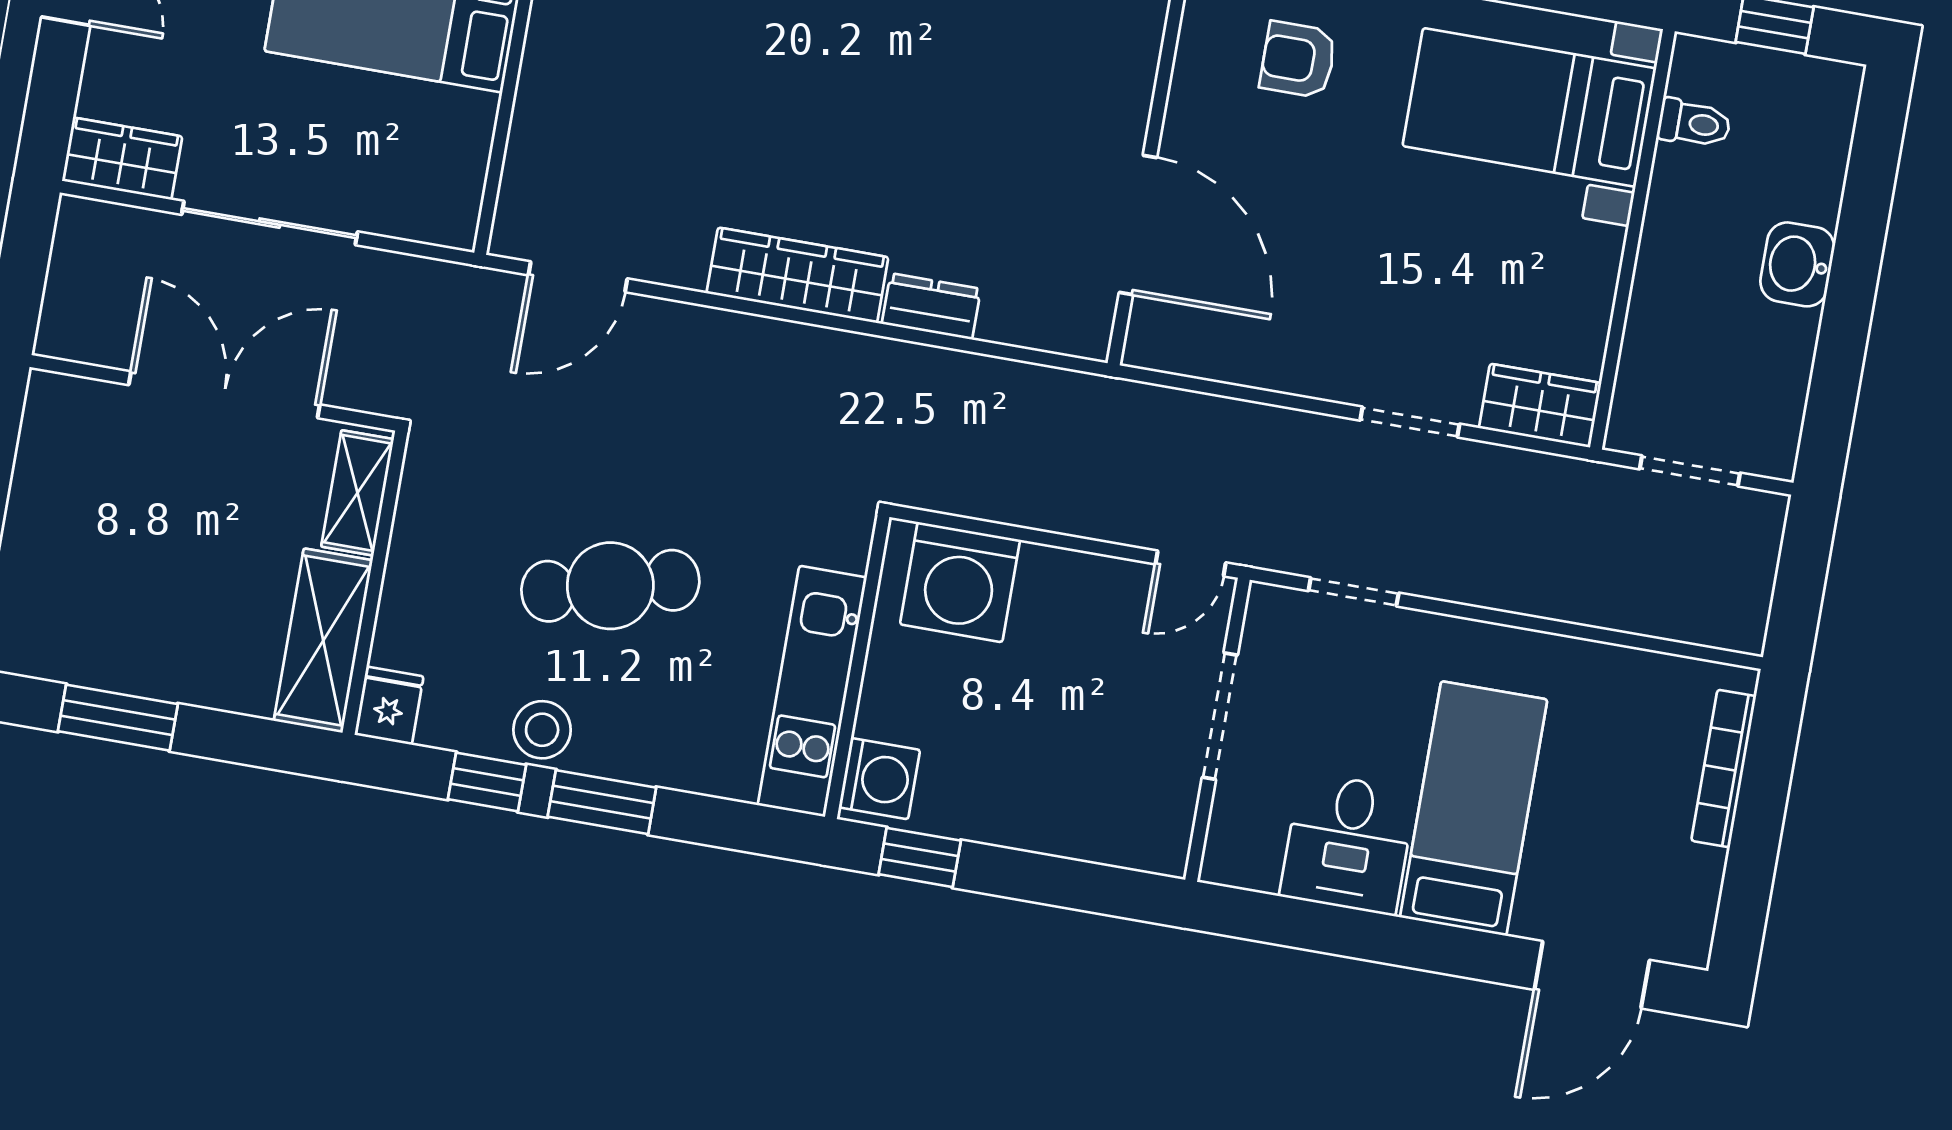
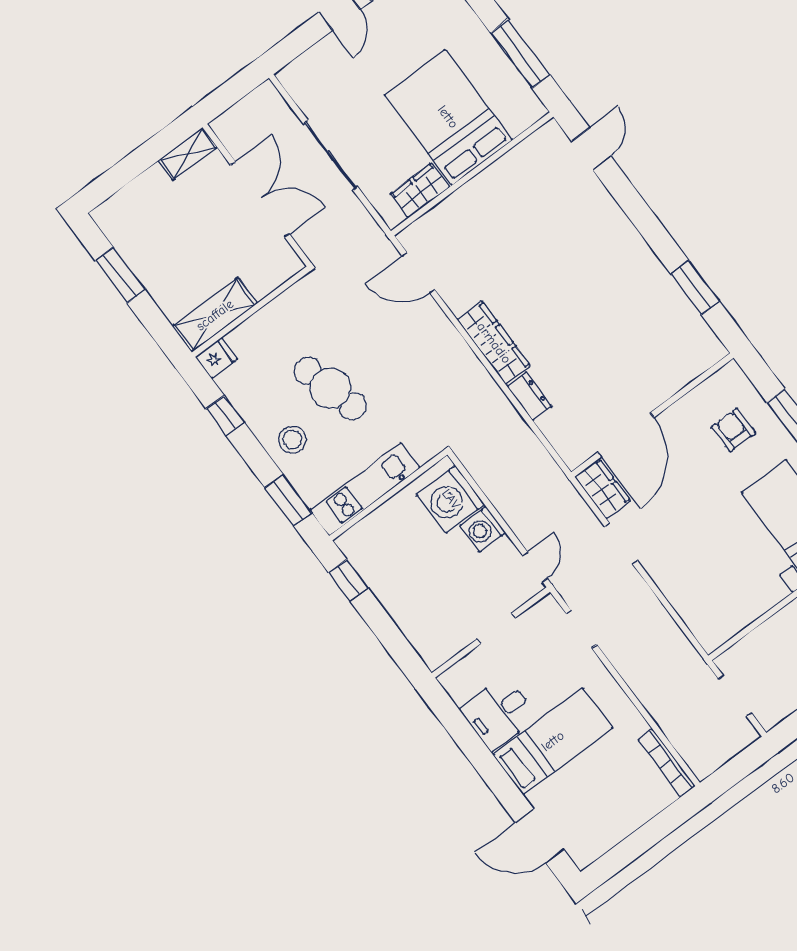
wardrobe: (122, 159) -> (420, 190), moved, turned -90
wardrobe: (1540, 406) -> (603, 489), moved
doorway: (1410, 422) -> (621, 543), moved
shelving: (358, 493) -> (188, 154), moved
door: (1191, 563) -> (535, 567), swing flipped
doorway: (1220, 716) -> (496, 628), width x0.73
stool: (542, 730) -> (292, 440), moved
bookcase: (1724, 768) -> (667, 763), moved, turned -90
washing machine: (879, 779) -> (483, 529), moved, turned 90
window: (602, 802) -> (288, 500), moved

